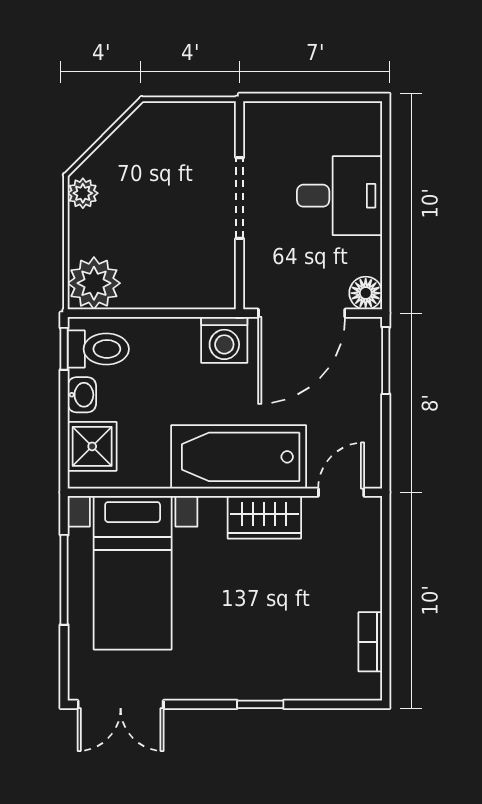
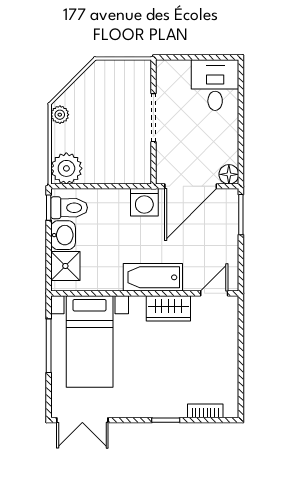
desk: (340, 196) -> (215, 85), moved, turned -90
washbasin: (82, 395) -> (63, 235), width x1.38, depth x1.45
bathtub: (239, 457) -> (153, 277), width x0.73, depth x0.73
bookcase: (370, 642) -> (205, 411), moved, turned 90

